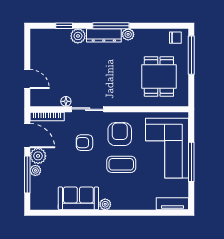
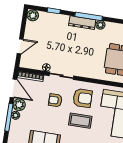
plant: (78, 36) -> (33, 15), moved
door: (27, 79) -> (20, 46), hinge flipped
armchair: (120, 134) -> (83, 98), turned 90

